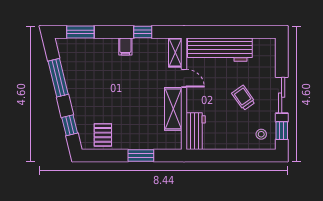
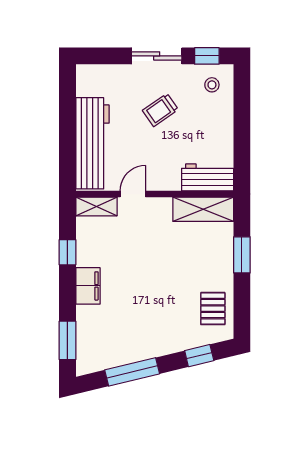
filing cabinet: (125, 46) -> (88, 286), width x2.00
shelving: (173, 109) -> (203, 209), moved
pallet: (103, 135) -> (213, 309), turned 90

